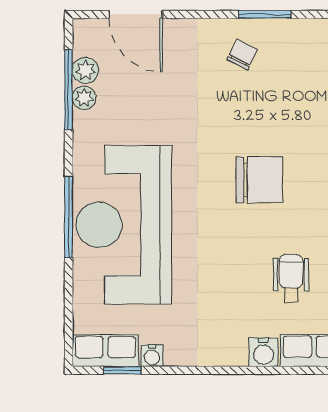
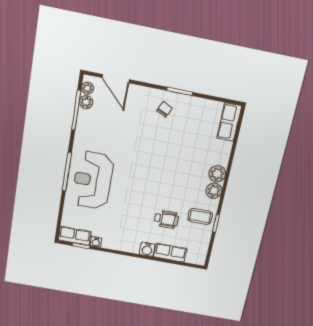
plant: (84, 98) -> (88, 88), moved
chair: (259, 180) -> (161, 171), removed
reception desk: (124, 225) -> (93, 180), width x0.74, depth x0.77
wheelchair: (291, 278) -> (166, 219), turned 90

